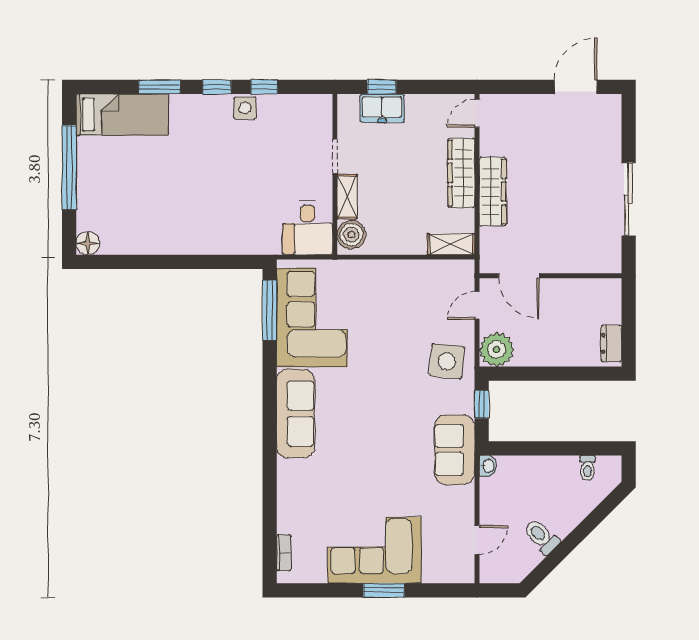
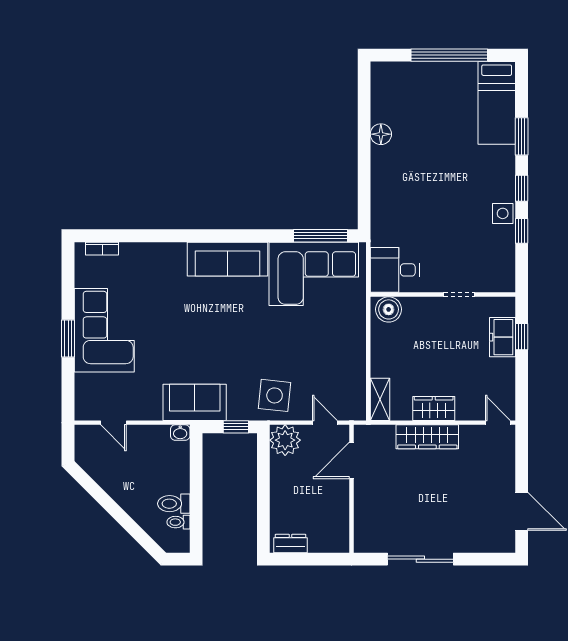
wardrobe: (461, 173) -> (434, 408), width x0.67
shelving: (347, 197) -> (423, 306), removed
floor lamp: (88, 243) -> (381, 134), moved
toilet: (541, 536) -> (174, 504), moved, turned -135

